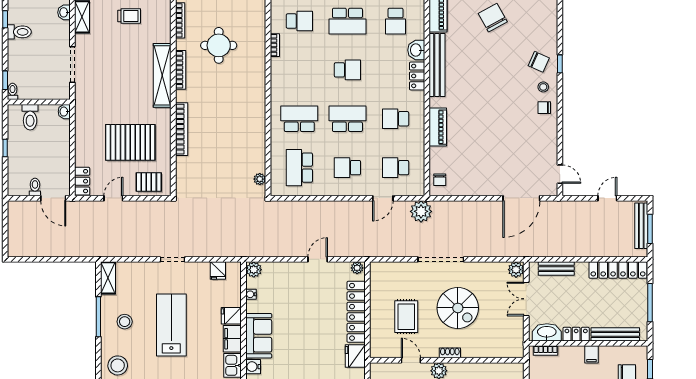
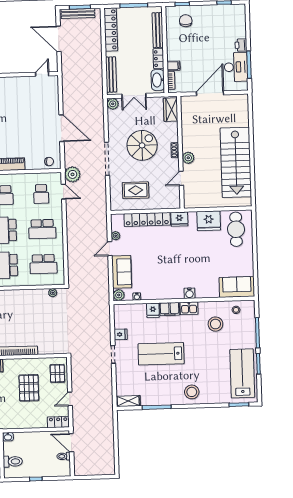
pallet: (130, 142) -> (29, 388), width x0.73, depth x0.71
school desk: (347, 168) -> (42, 229), width x1.85
door: (53, 198) -> (71, 443), swing flipped
door: (113, 198) -> (70, 399), hinge flipped
door: (383, 198) -> (63, 192), moved
door: (521, 198) -> (61, 128), moved
door: (607, 198) -> (59, 39), width x1.88
door: (318, 259) -> (110, 249), hinge flipped
plant: (357, 268) -> (116, 236), moved
bench: (556, 268) -> (111, 75), width x1.36
fridge: (218, 270) -> (121, 334), moved
rug: (406, 317) -> (136, 190), moved
stool: (125, 322) -> (160, 388), removed
sofa: (259, 336) -> (122, 272), moved, turned 90
wardrobe: (506, 349) -> (171, 110), added
filing cabinet: (592, 354) -> (173, 66), moved

